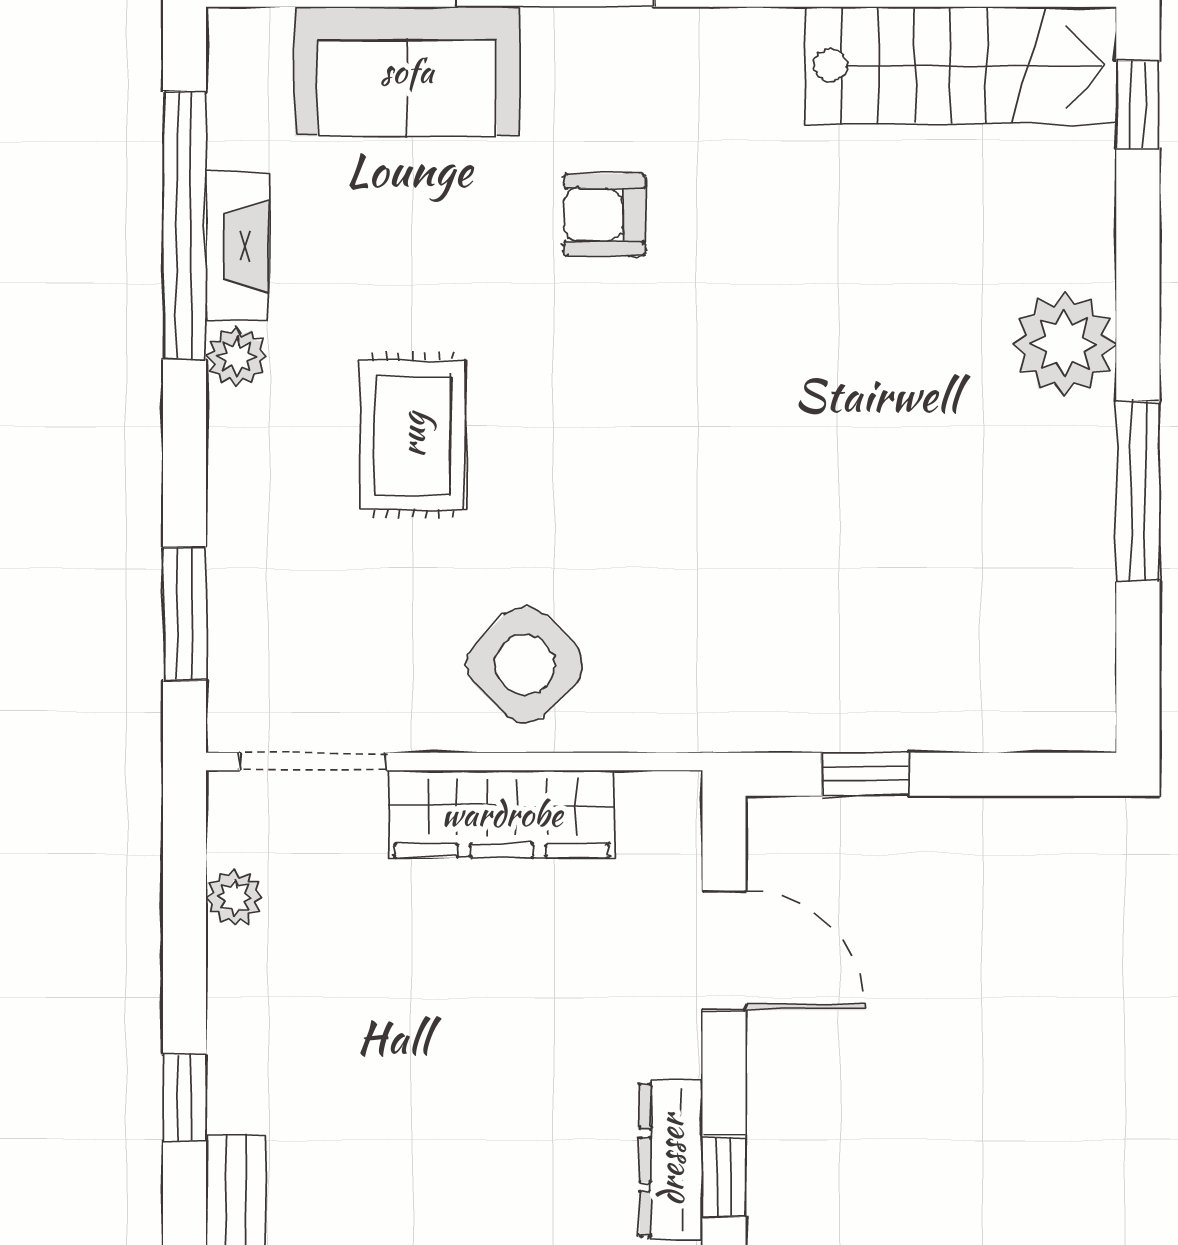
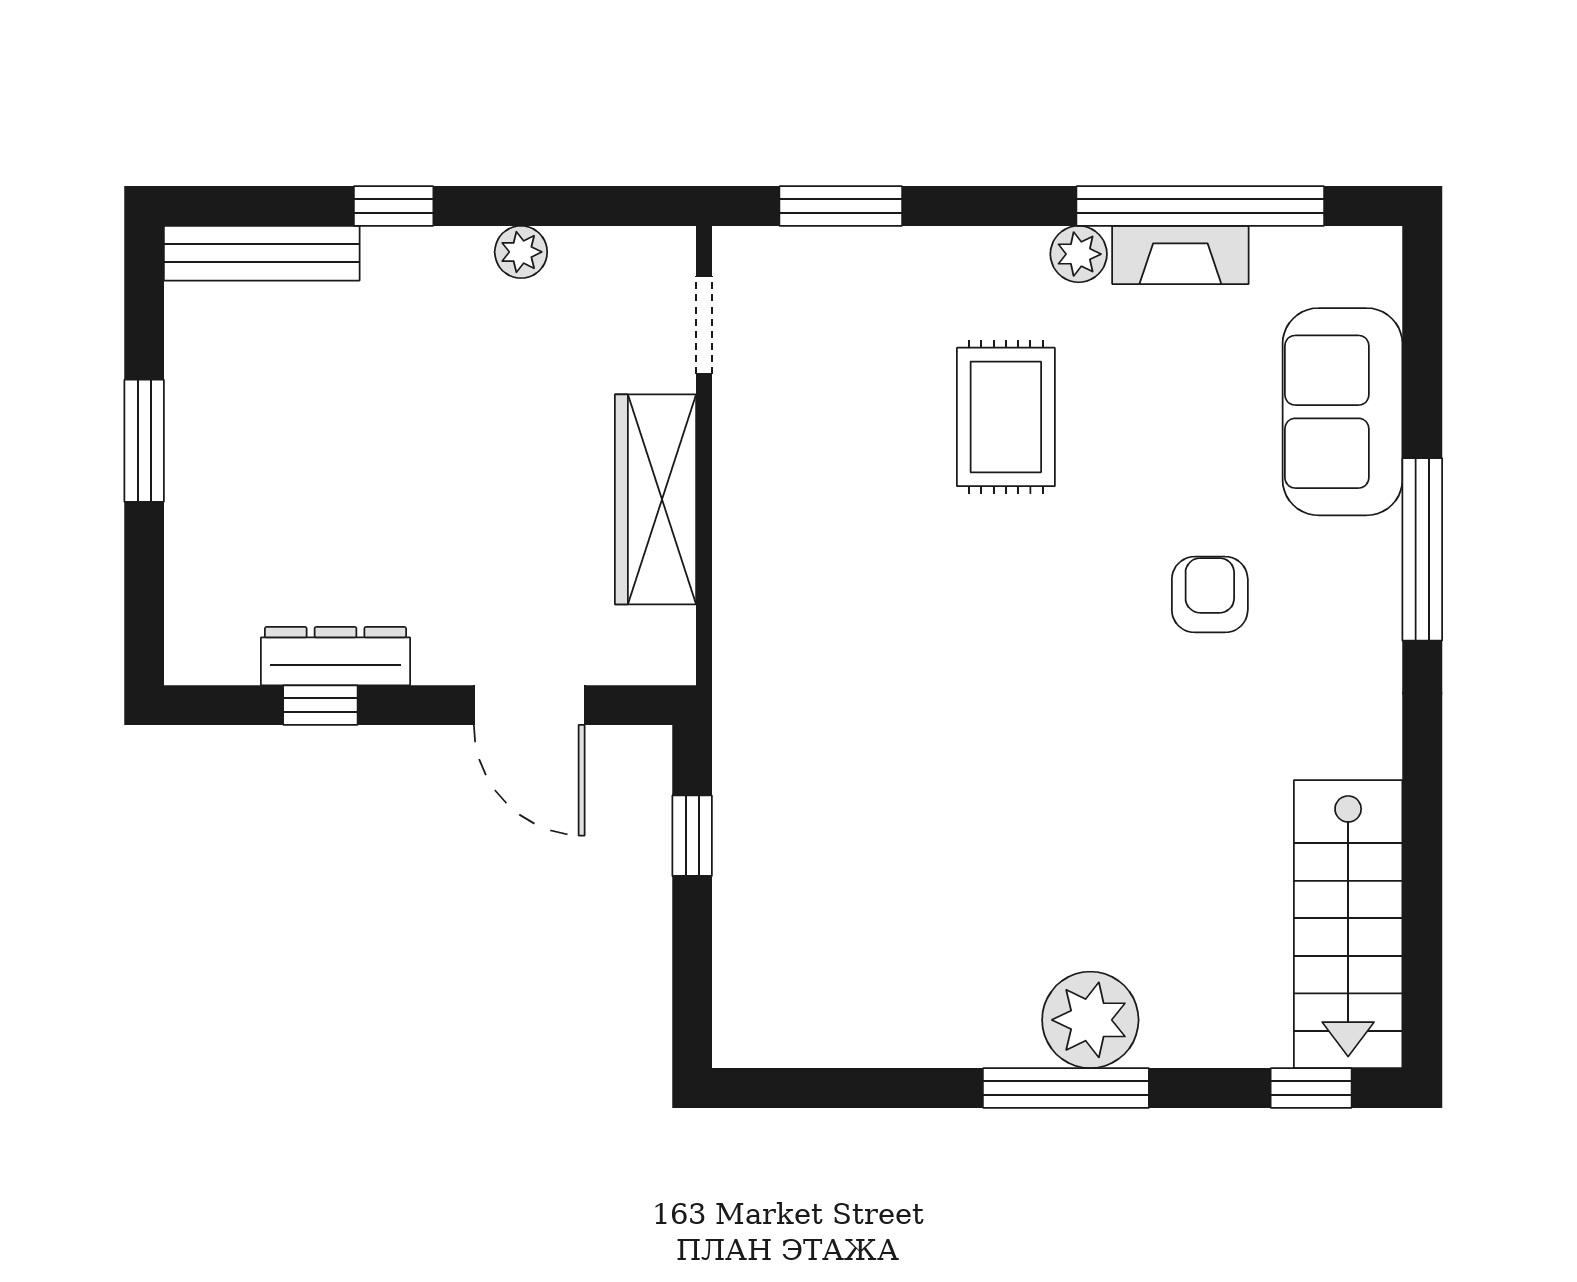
rug: (413, 435) -> (1006, 417), turned 90
window: (1138, 491) -> (1066, 1088), moved
side table: (525, 665) -> (793, 521), removed
doorway: (313, 761) -> (704, 325), width x0.73
plant: (234, 897) -> (521, 252), moved
door: (724, 950) -> (529, 705), hinge flipped

